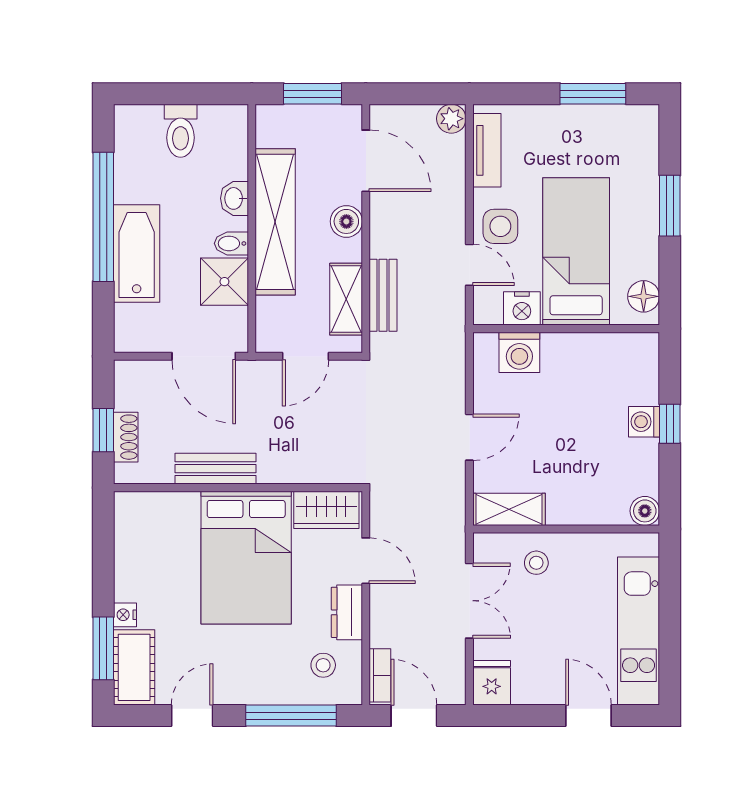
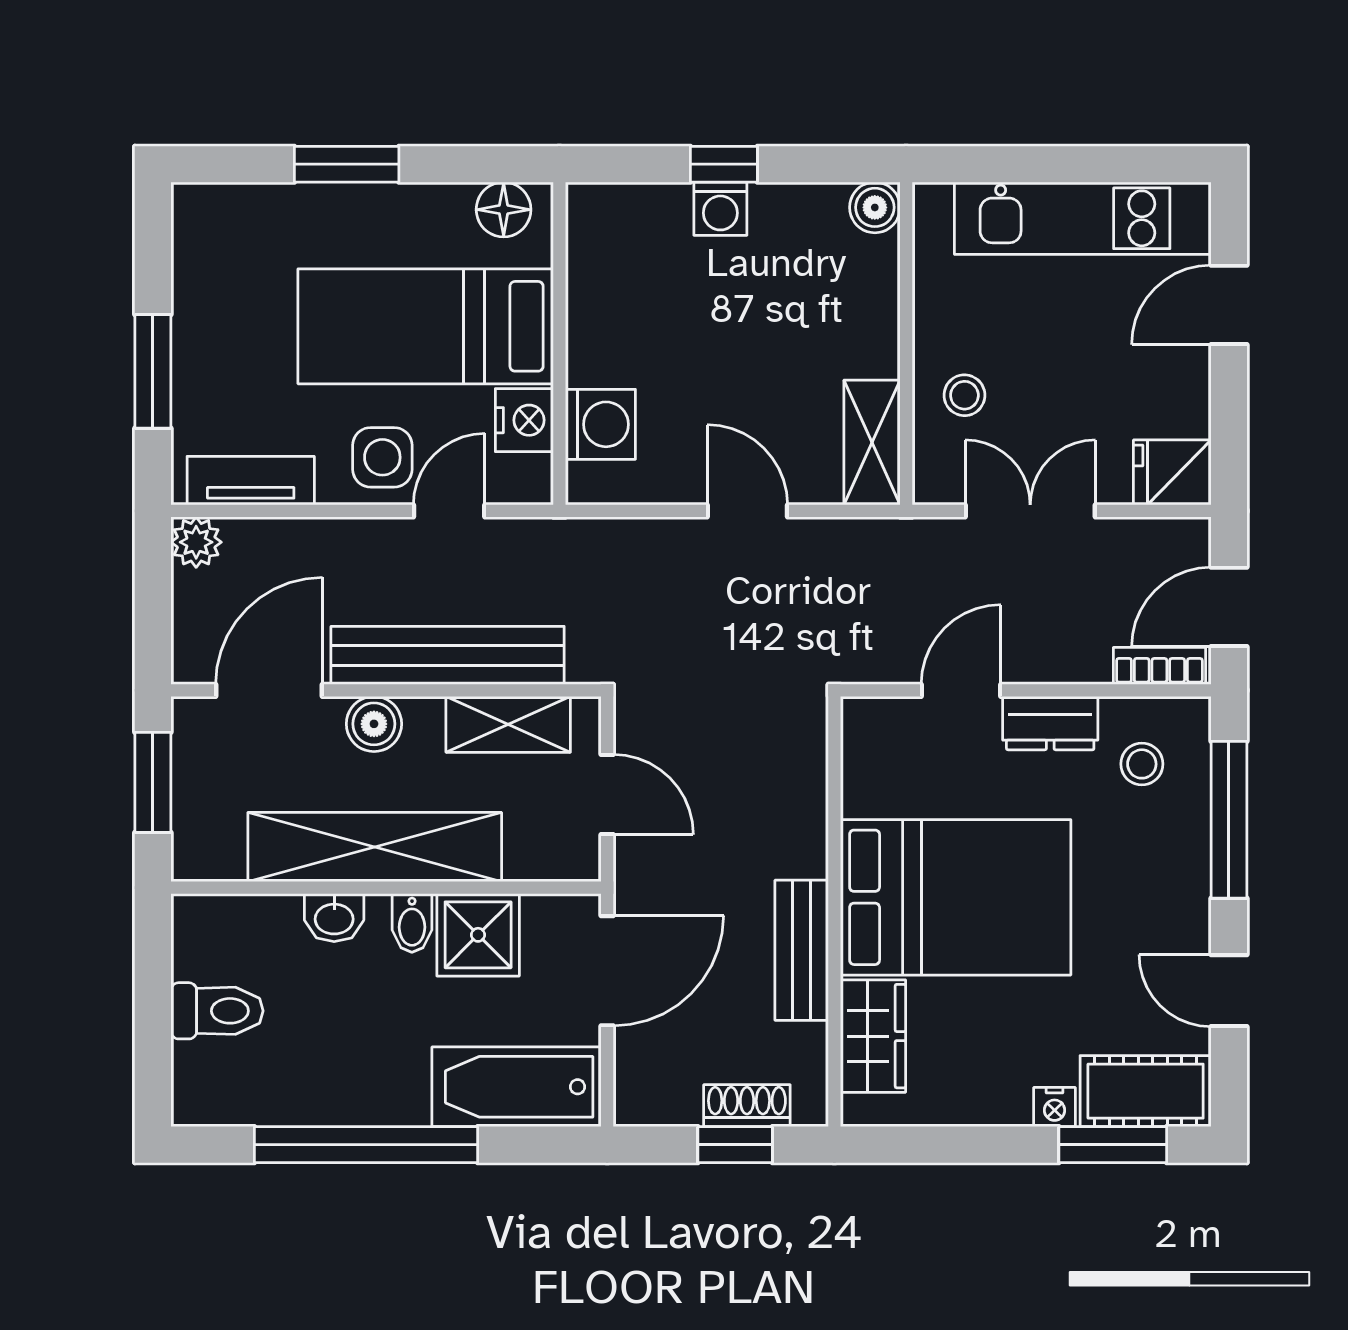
window: (593, 94) -> (153, 371), moved
bathtub: (137, 253) -> (517, 1087), moved
bench: (383, 295) -> (448, 655), width x1.86, depth x1.21
wardrobe: (326, 510) -> (873, 1036), moved

